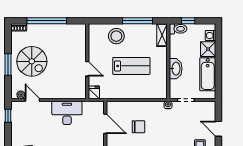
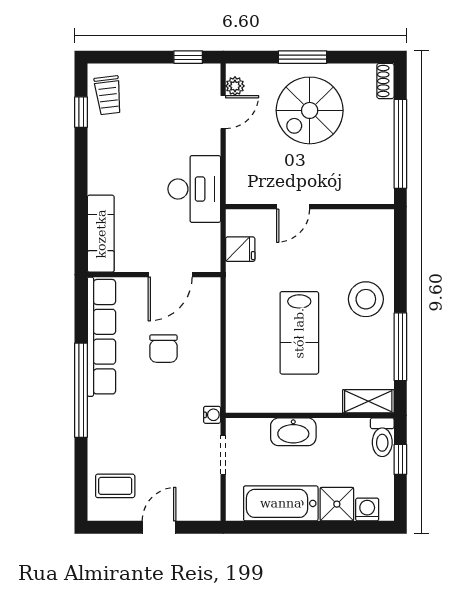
wall: (87, 61) -> (310, 207), moved
door: (87, 69) -> (293, 207), moved

